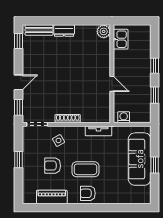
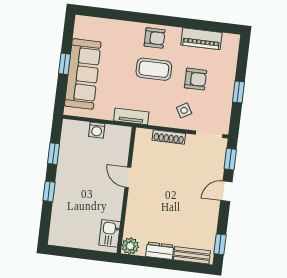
plant: (104, 31) -> (130, 246), moved
kitchen sink: (121, 39) -> (110, 233), moved
wall: (112, 74) -> (126, 190), moved
door: (112, 84) -> (128, 177), moved

